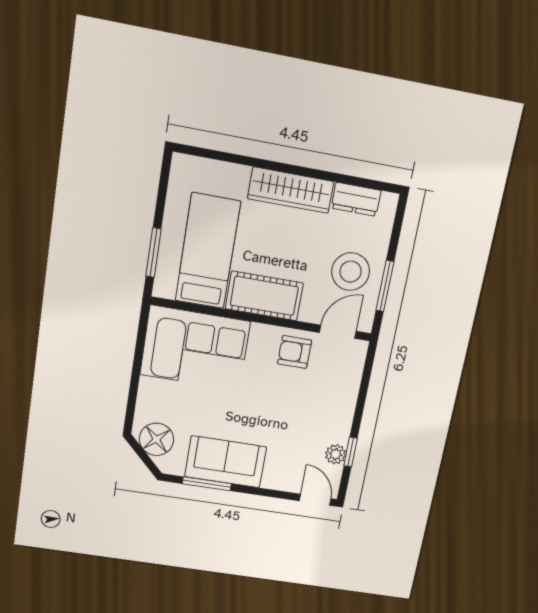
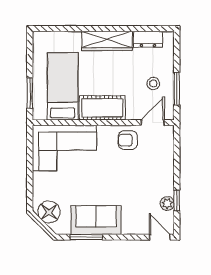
stool: (351, 272) -> (153, 83), width x0.53, depth x0.53

